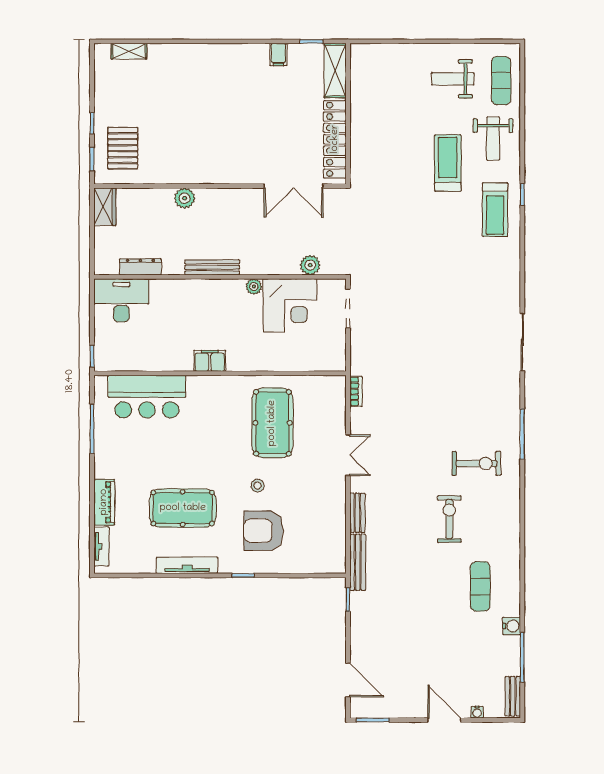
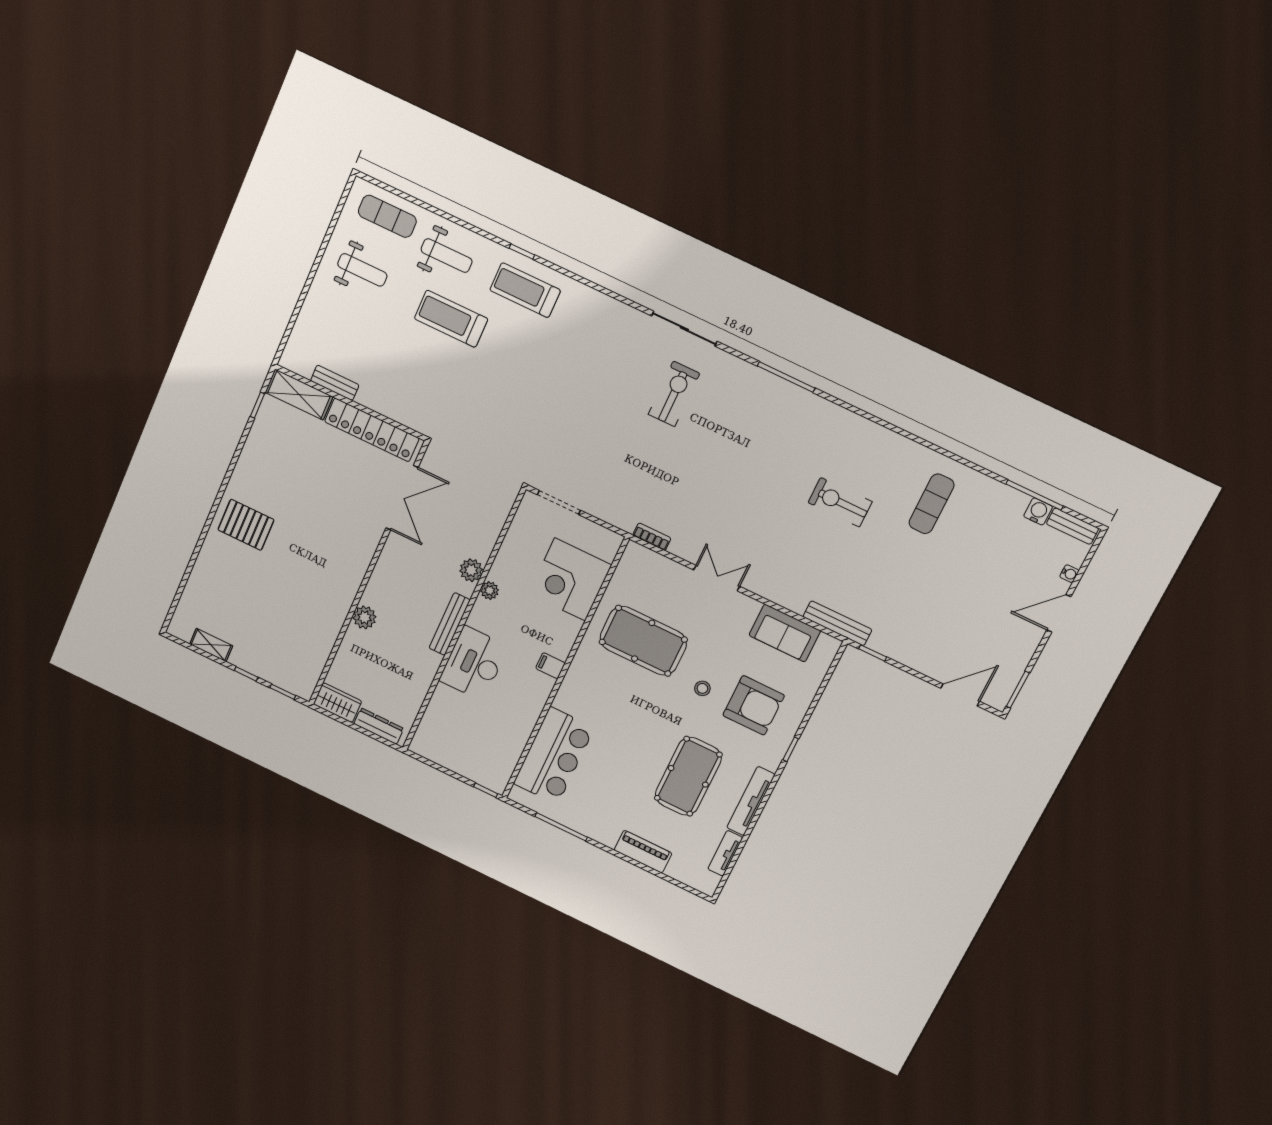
shelving: (129, 51) -> (211, 645), moved, turned 90
filing cabinet: (278, 55) -> (257, 447), removed
weight bench: (453, 79) -> (362, 270), turned -90
pallet: (123, 148) -> (246, 525), moved
treadmill: (495, 210) -> (525, 290), turned 180
plant: (310, 265) -> (471, 570), moved
dresser: (140, 267) -> (379, 726), moved, turned 90
desk: (121, 300) -> (474, 663), moved
corner desk: (290, 306) -> (570, 579), moved, turned 180
filing cabinet: (210, 361) -> (550, 666), width x0.50
exercise bike: (476, 463) -> (674, 394), moved
bench: (357, 513) -> (335, 383), moved
sofa: (331, 527) -> (785, 633), added
armchair: (263, 531) -> (754, 705), turned -90
tv unit: (101, 546) -> (725, 853), moved, turned -90
exercise mat: (480, 586) -> (931, 504), turned 90
water cooler: (512, 626) -> (1038, 511), moved

